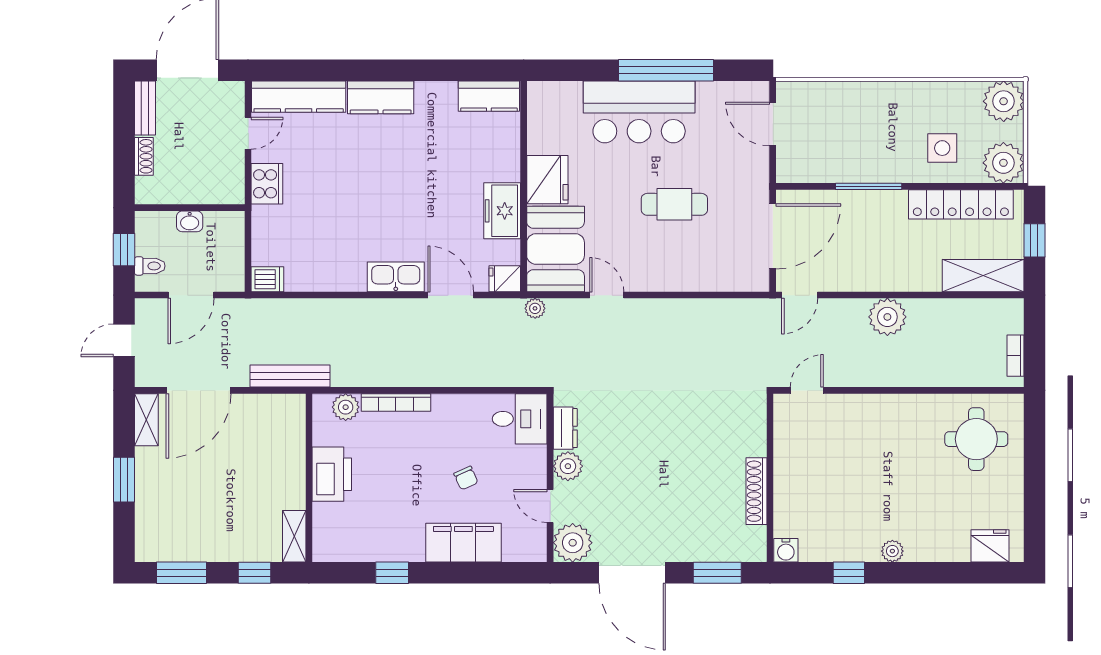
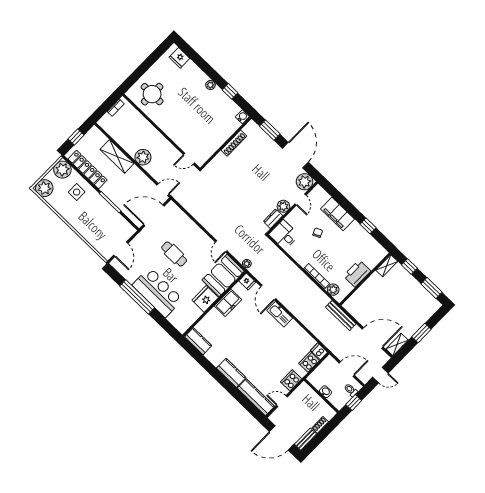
cooker: (267, 245) -> (309, 362), added
shelving: (983, 276) -> (117, 156), moved

